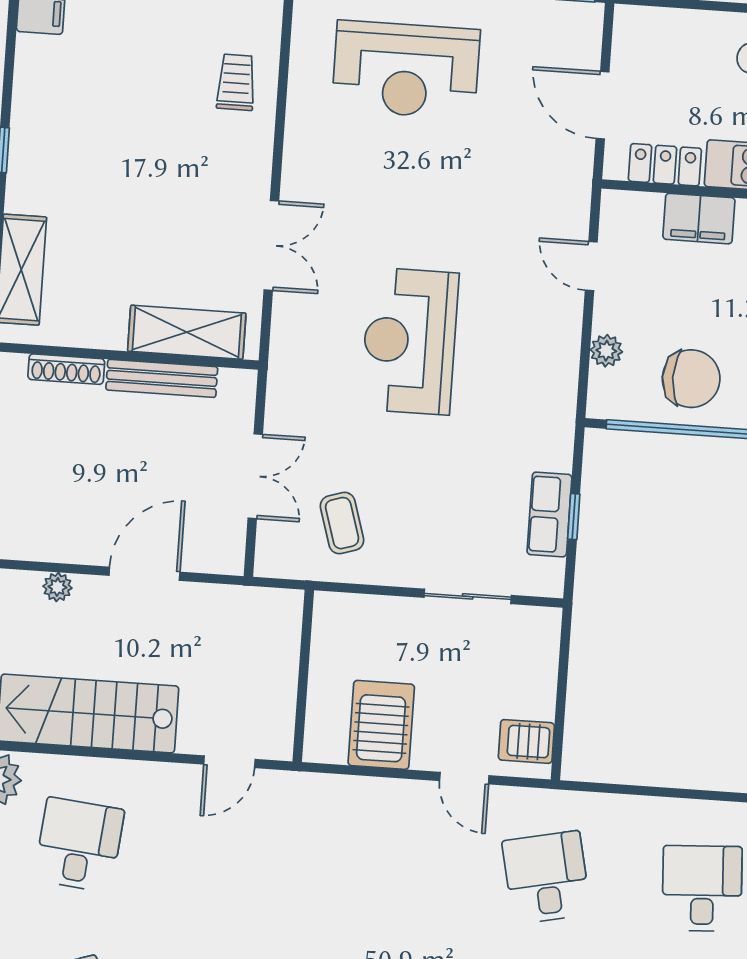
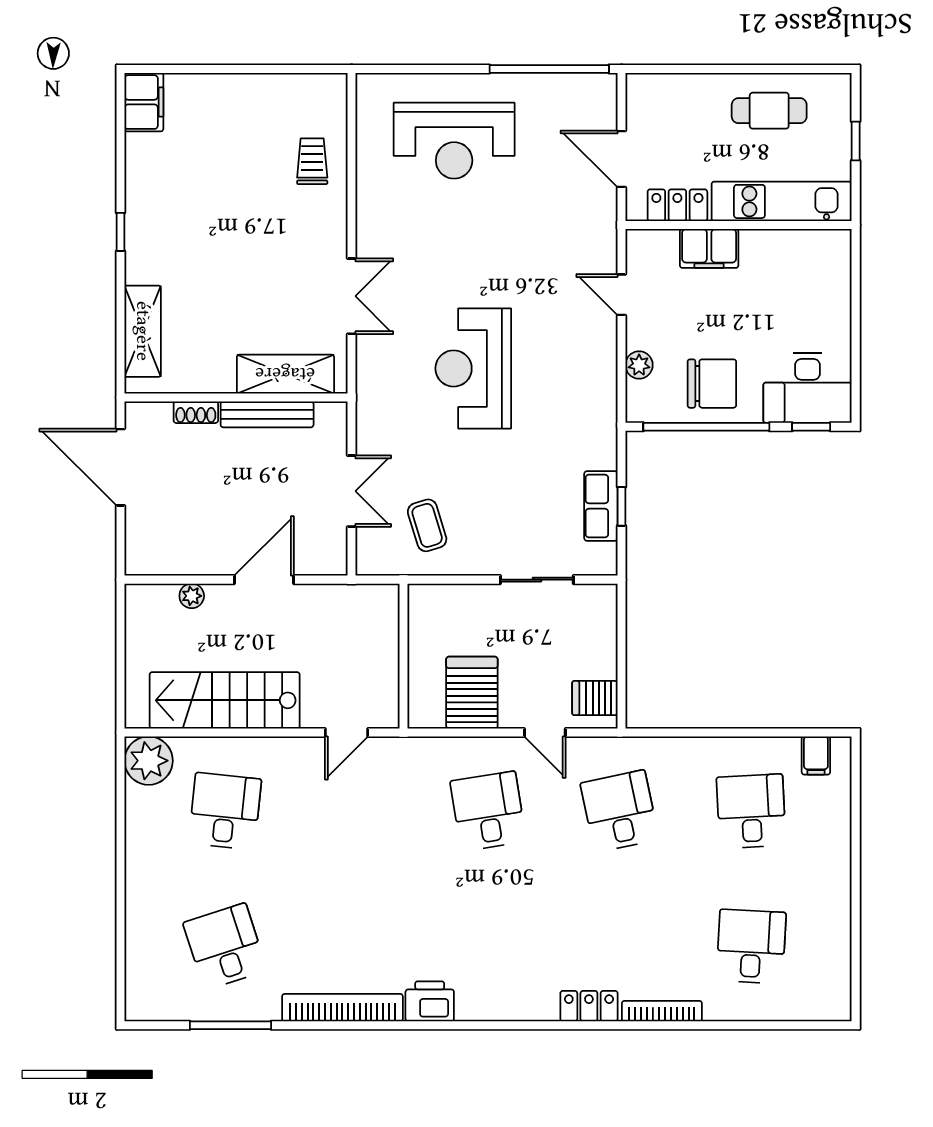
shoe rack: (66, 369) -> (196, 412), width x0.70
desk: (391, 867) -> (488, 811), added

